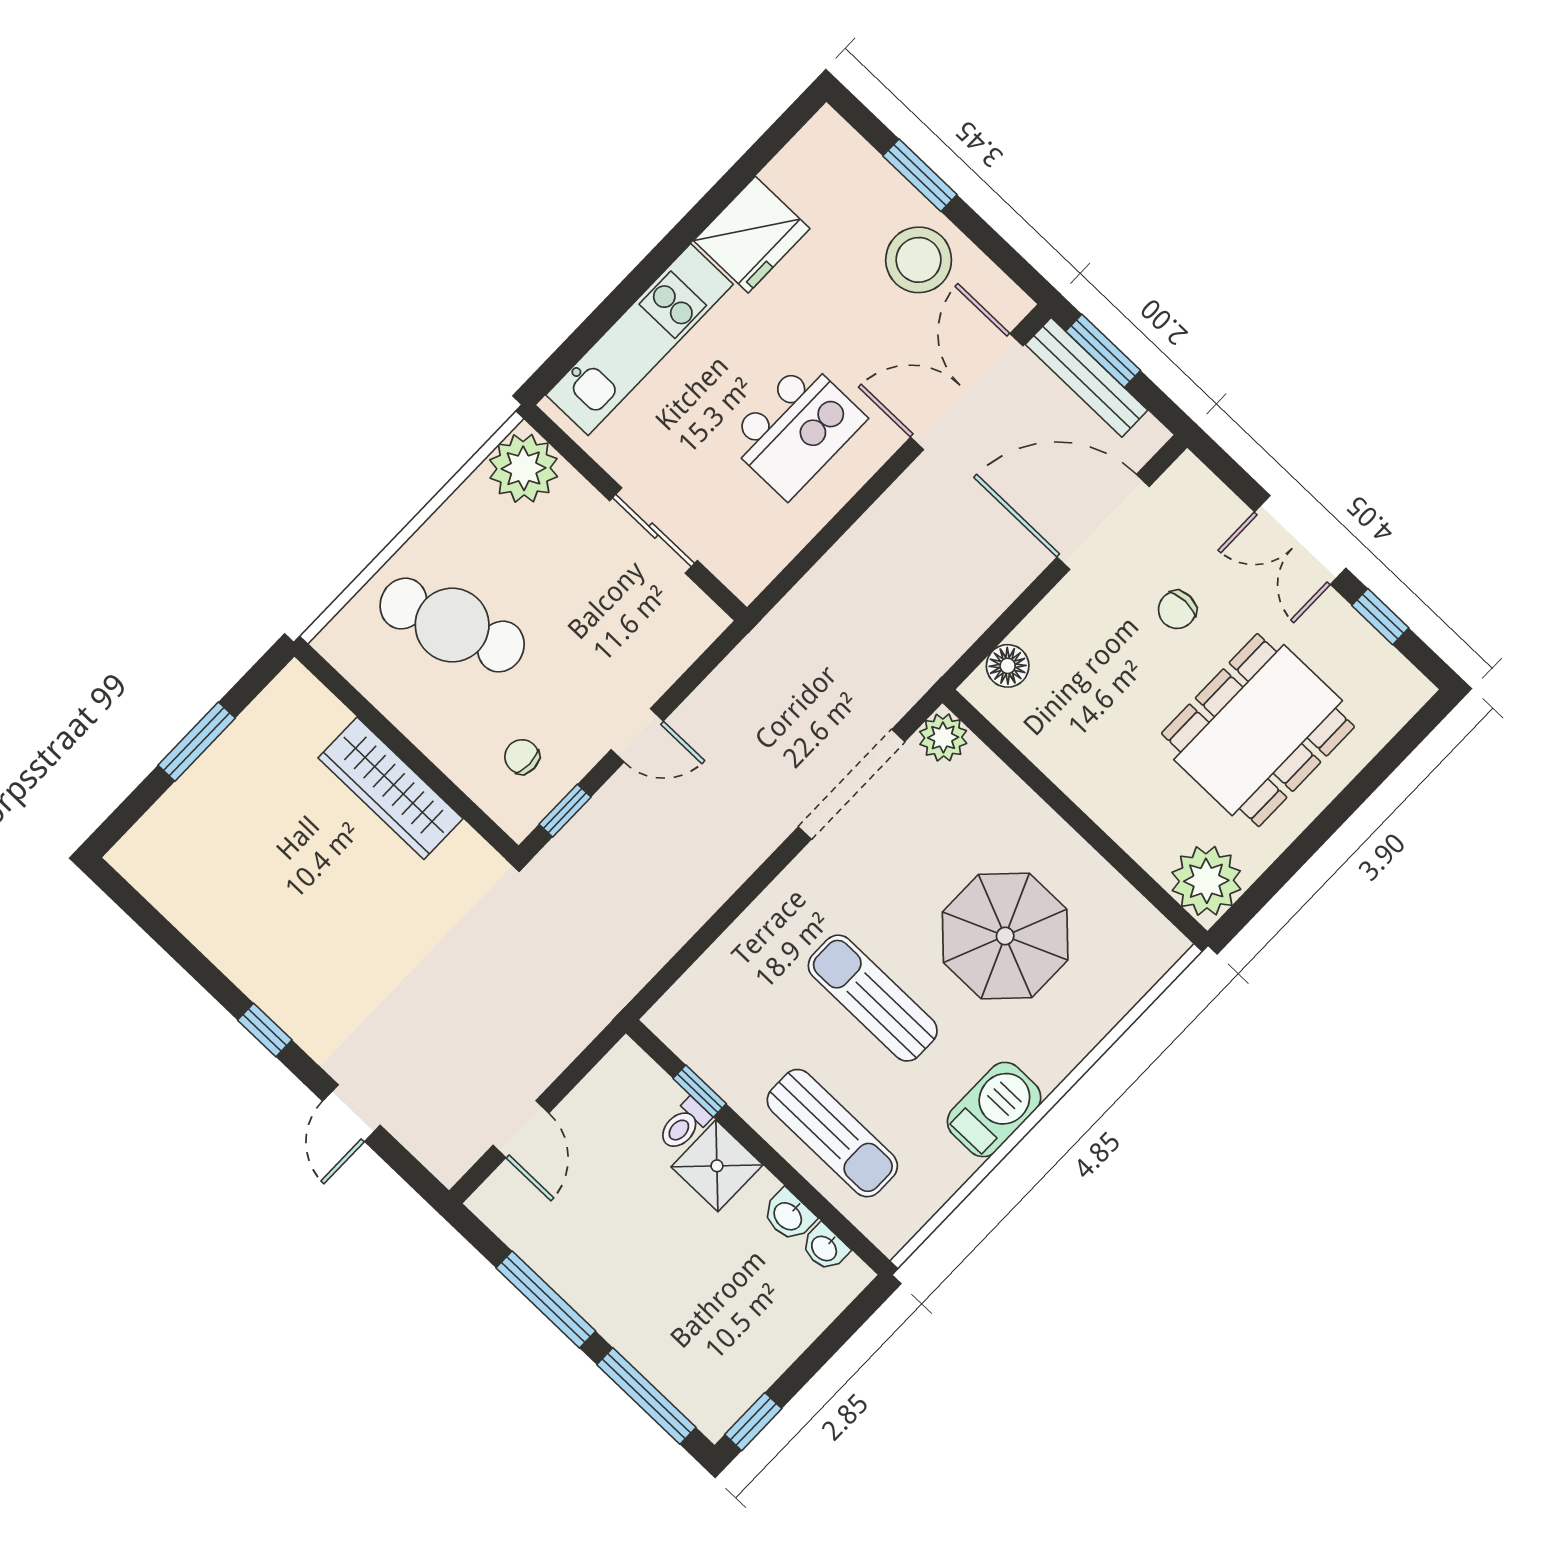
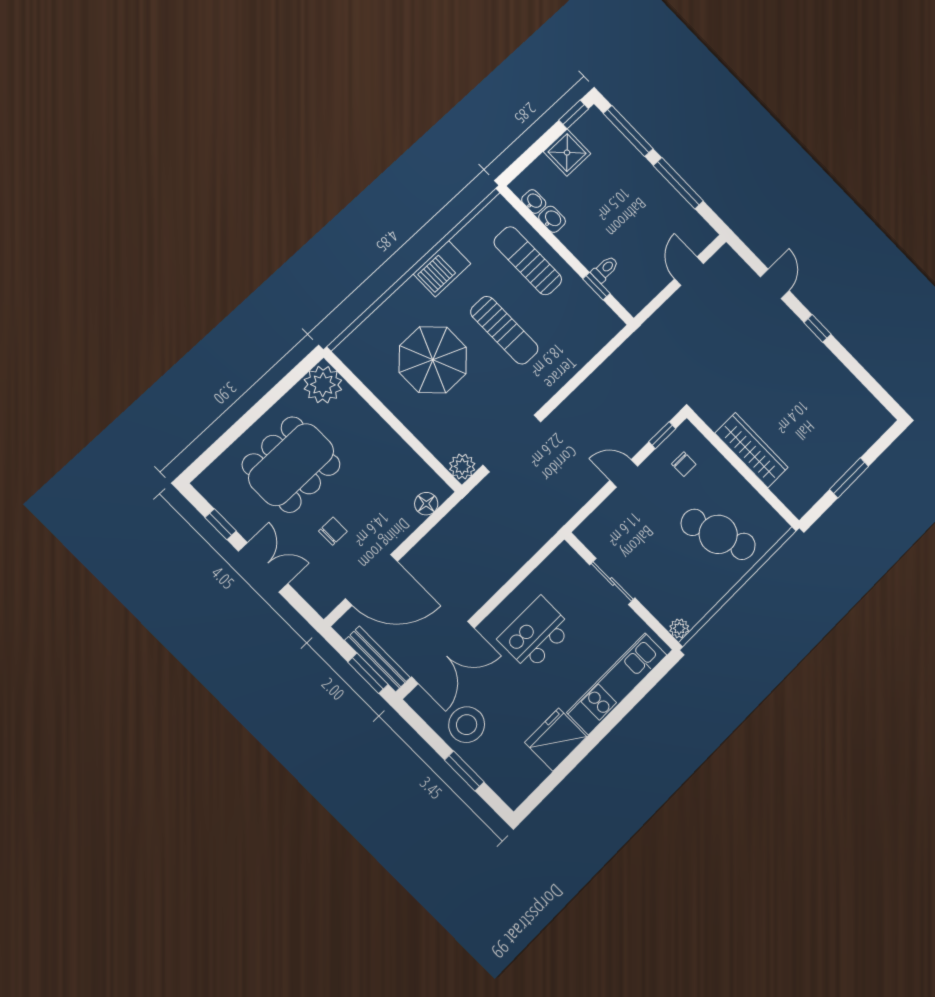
plant: (524, 468) -> (679, 628), width x0.53, depth x0.53
shower: (717, 1166) -> (567, 153), moved

